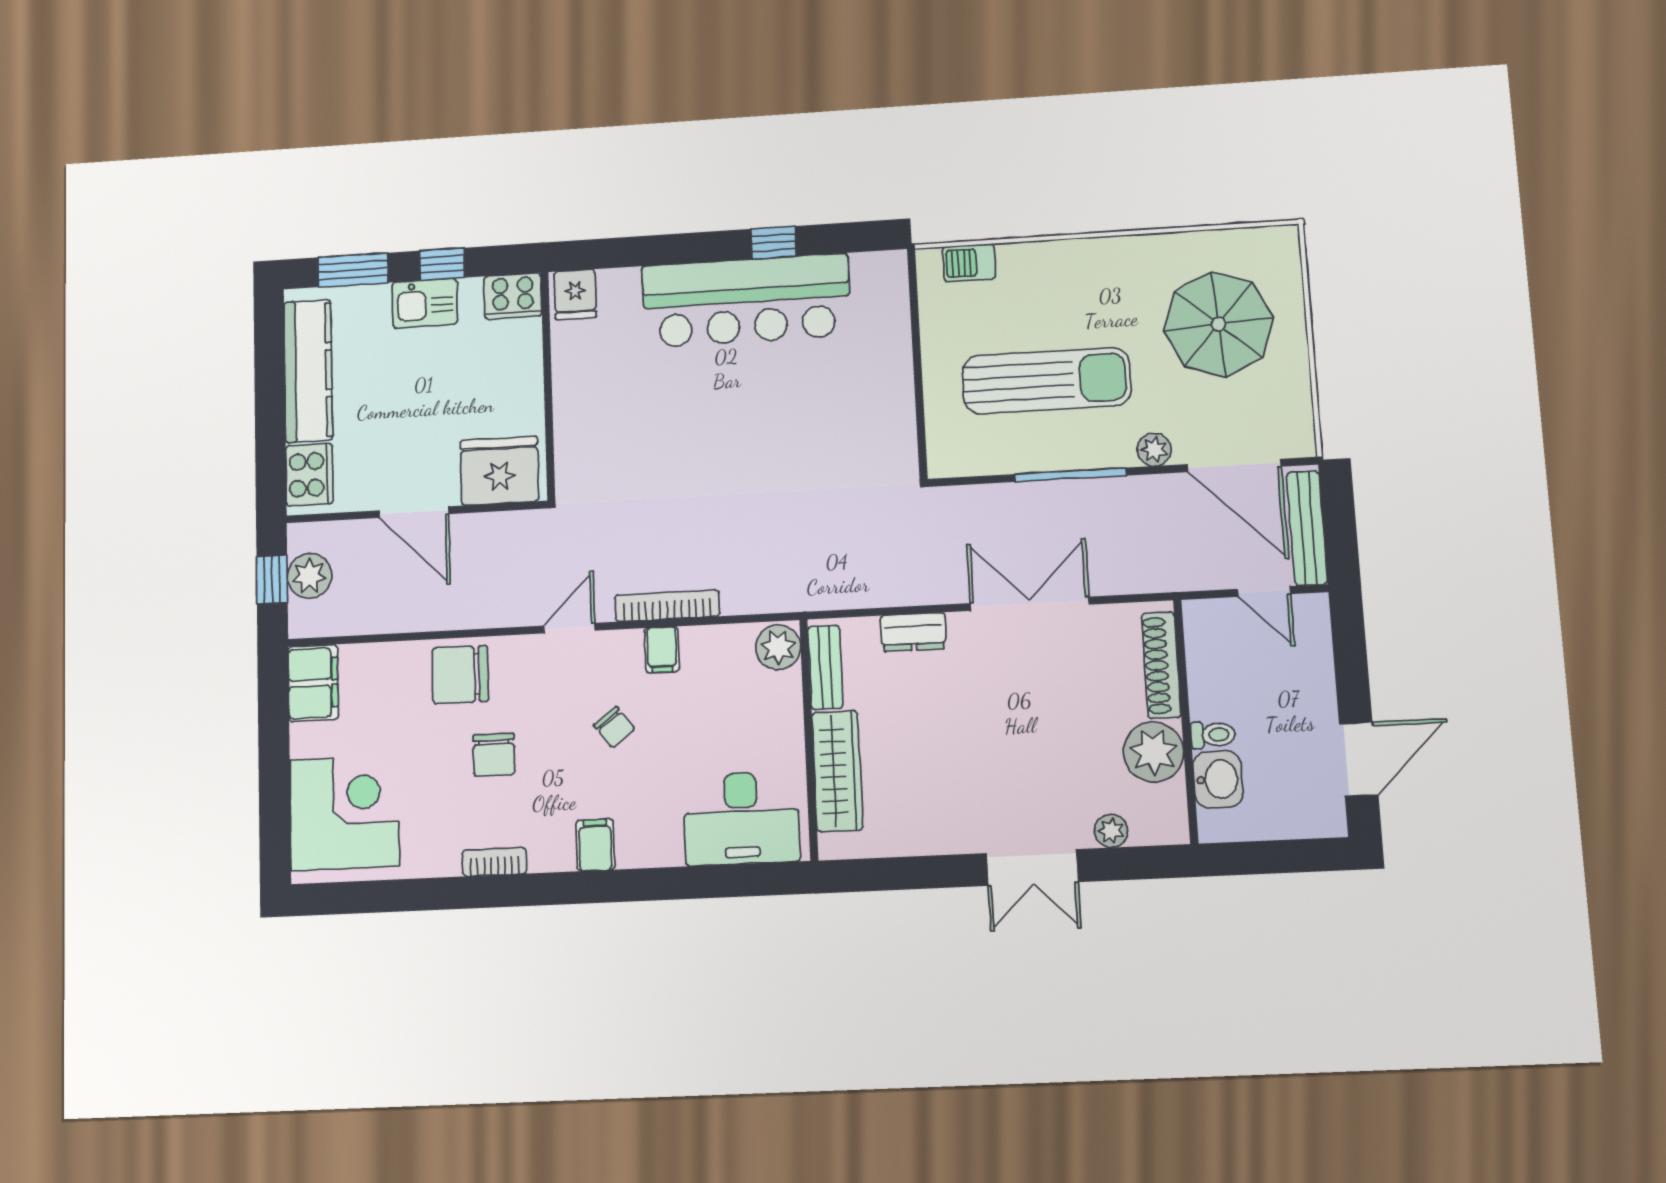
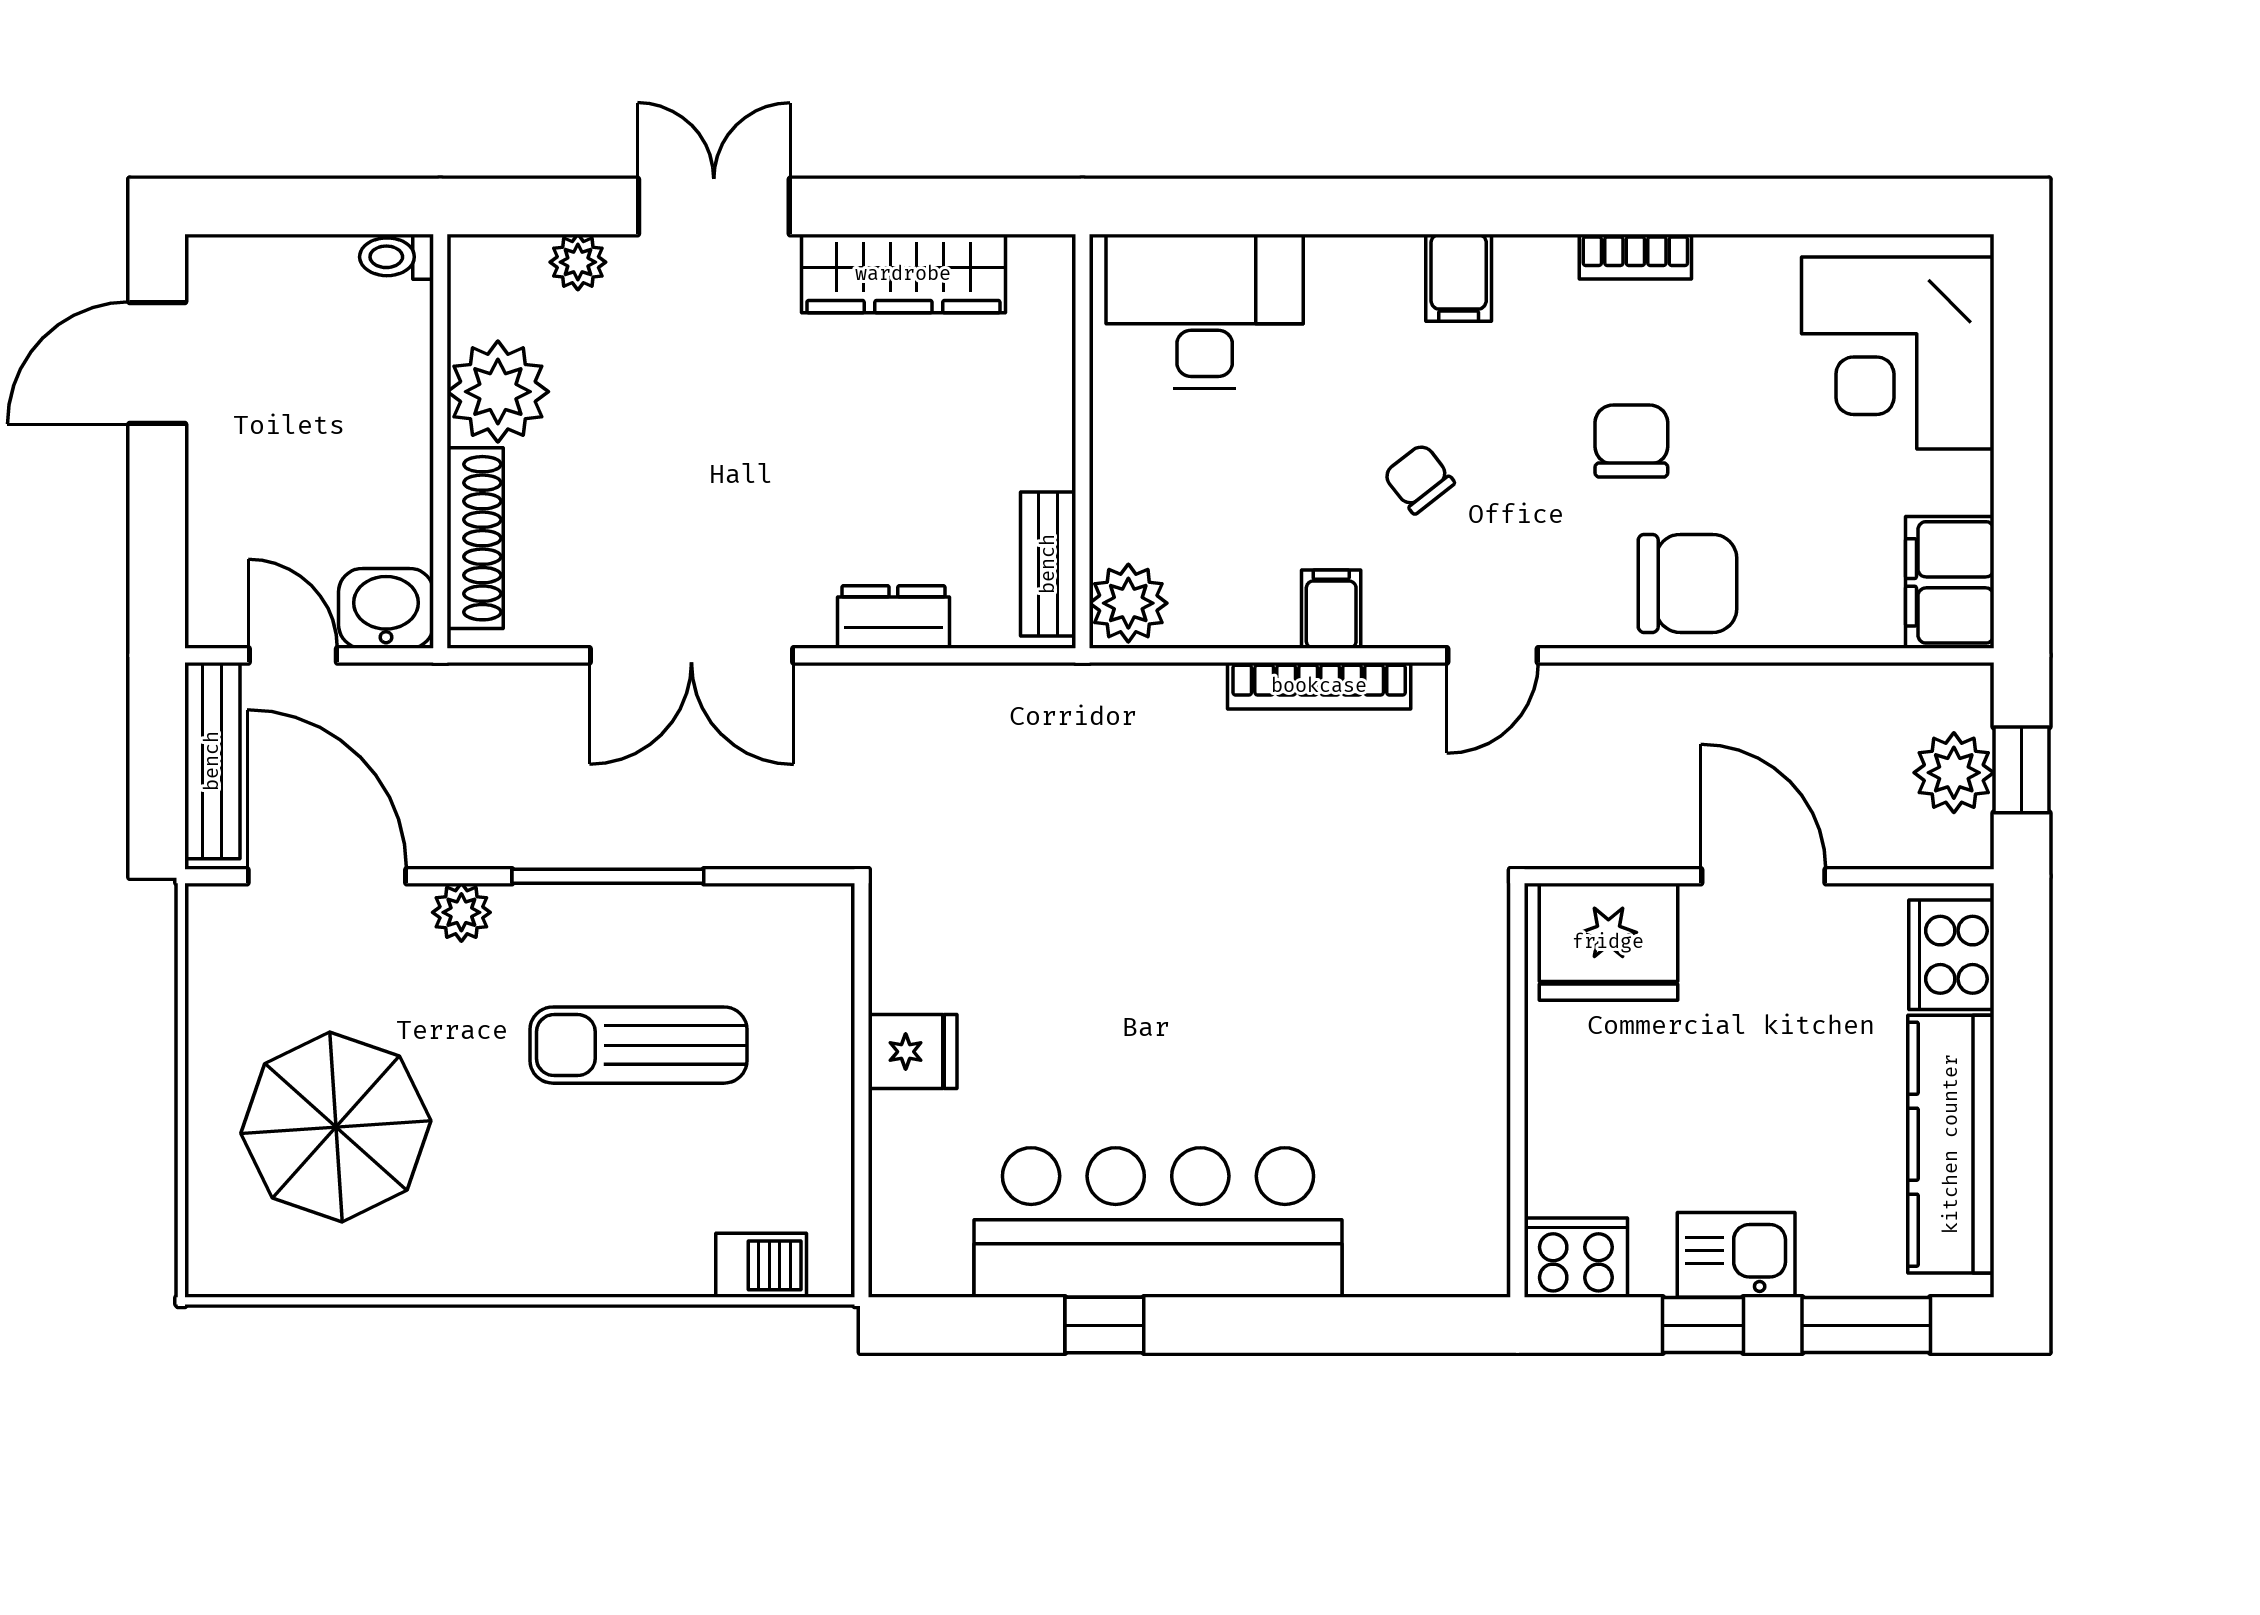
fridge: (575, 295) -> (913, 1052), moved, turned 90
sun lounger: (1047, 381) -> (638, 1045), width x0.73, depth x0.75
toilet: (1213, 735) -> (397, 257), moved
wardrobe: (837, 771) -> (903, 274), moved, turned -90
washbasin: (1218, 779) -> (386, 608), moved, turned 90

